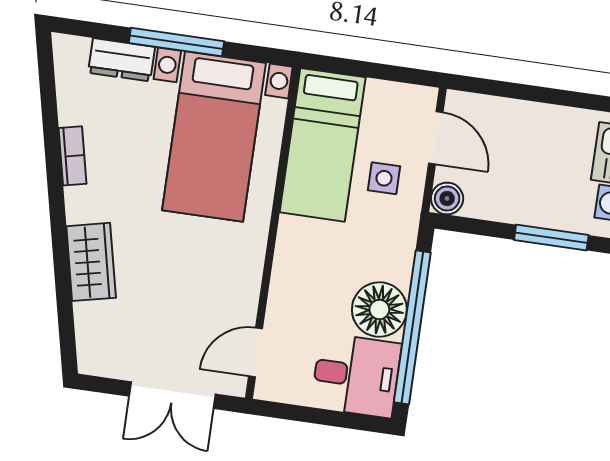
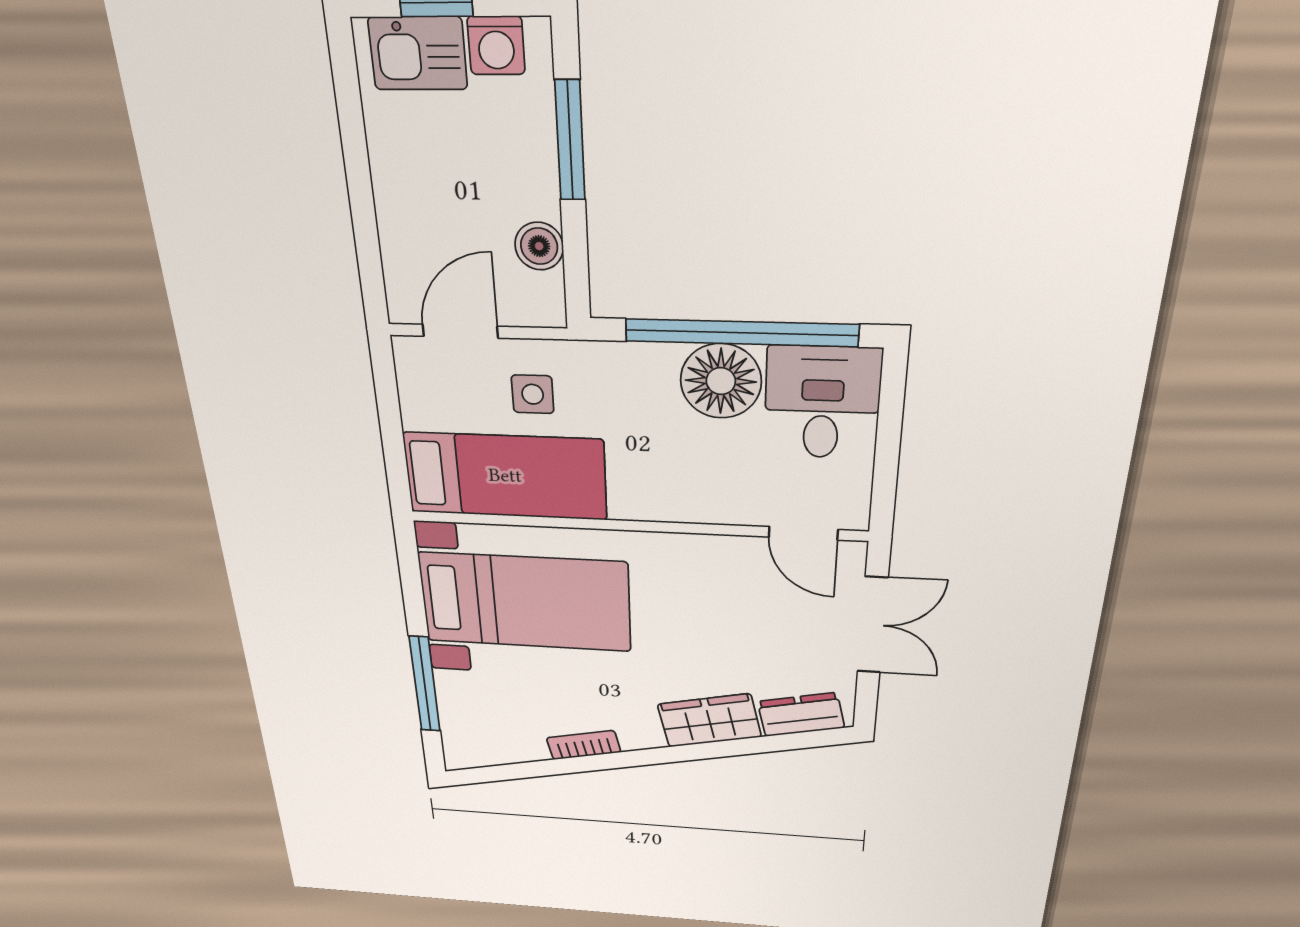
window: (176, 42) -> (425, 684), moved
dresser: (122, 60) -> (801, 715), moved, turned -103
boiler: (447, 199) -> (539, 246), moved

